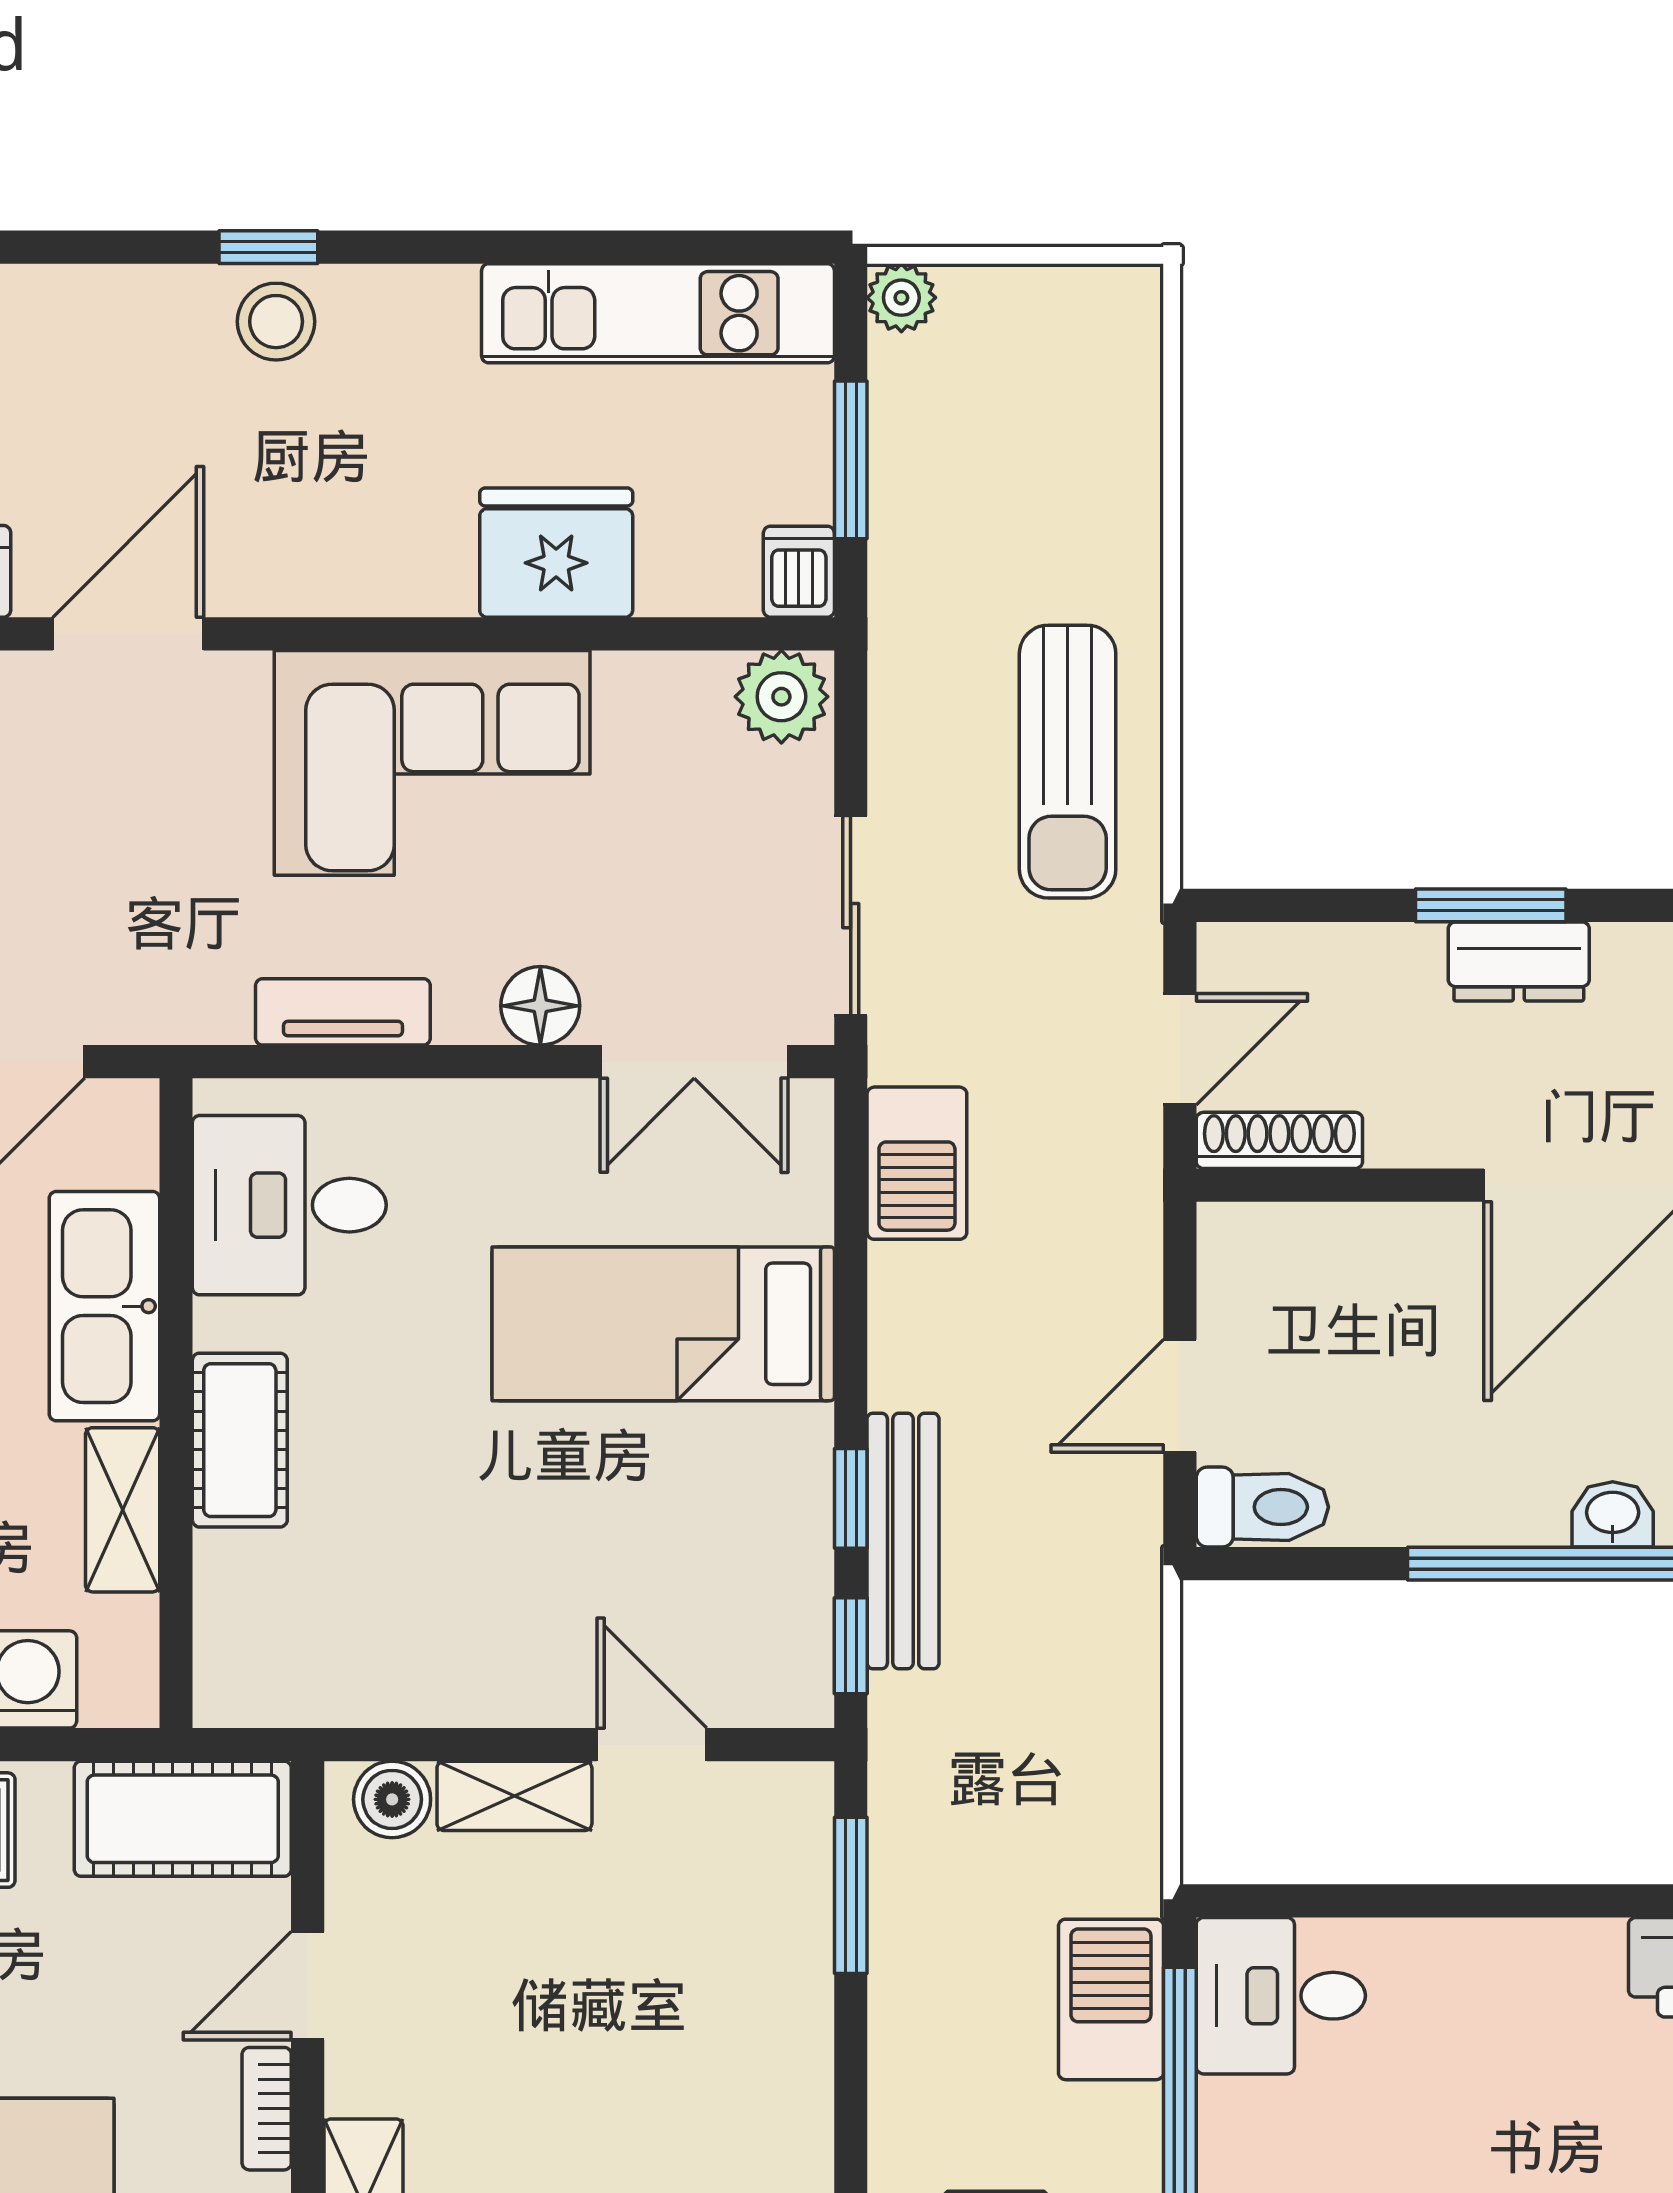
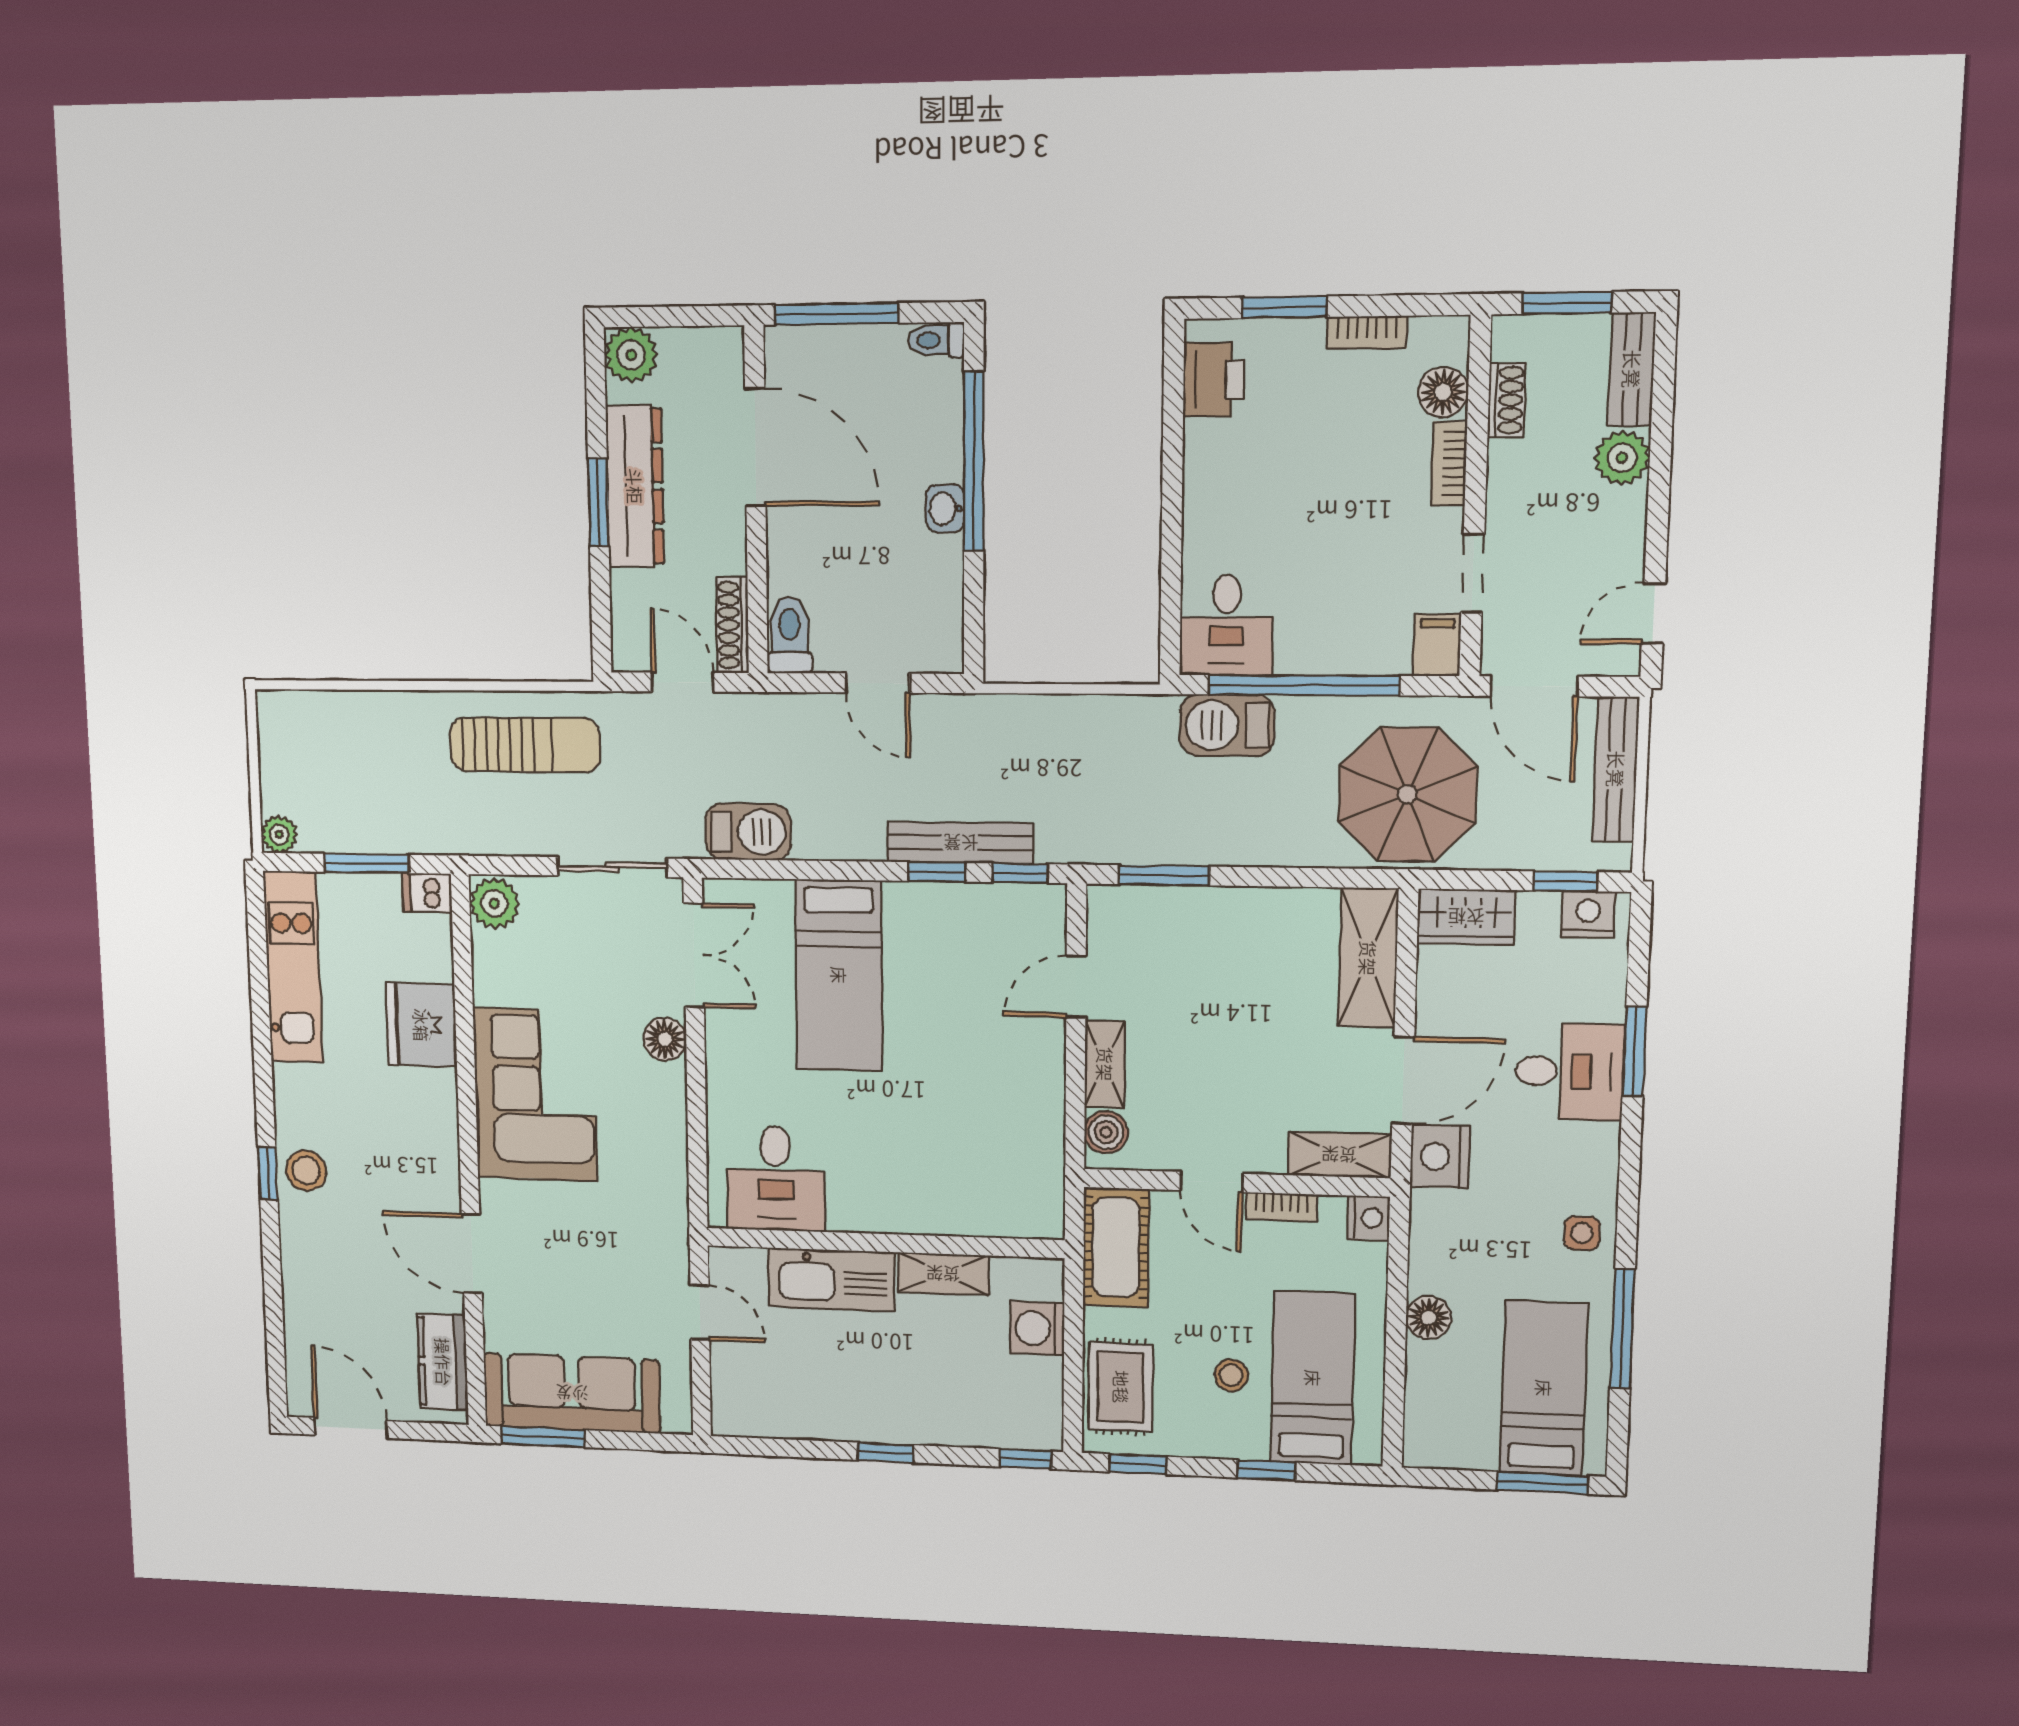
dresser: (1519, 961) -> (635, 486), width x1.96, depth x1.24
tv unit: (343, 1012) -> (670, 1146), removed
cot: (240, 1440) -> (905, 1209), removed
toilet: (1262, 1507) -> (790, 635), moved
washbasin: (1613, 1514) -> (945, 508), moved

